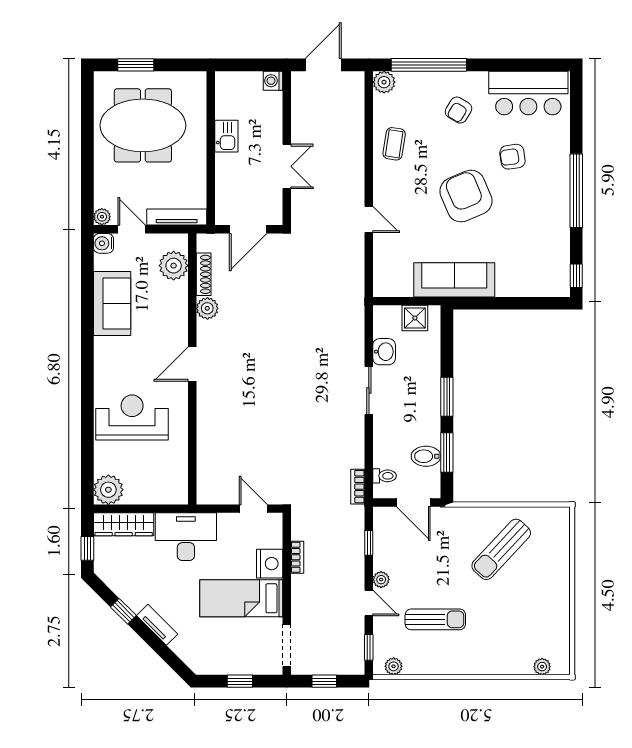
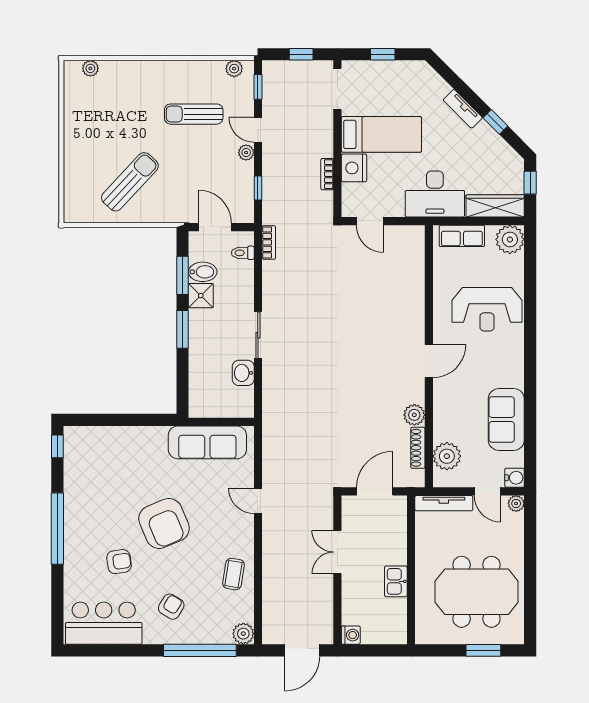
sofa: (454, 280) -> (207, 442), moved
shower: (415, 318) -> (201, 296), moved
row of seats: (158, 493) -> (462, 236), added

